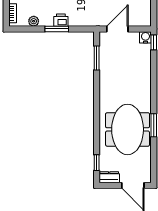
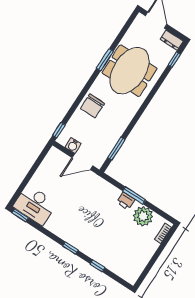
plant: (34, 21) -> (143, 216), width x1.88, depth x1.88
water cooler: (145, 37) -> (73, 146), moved
chair: (139, 80) -> (92, 106), added

